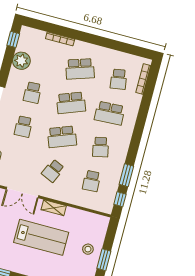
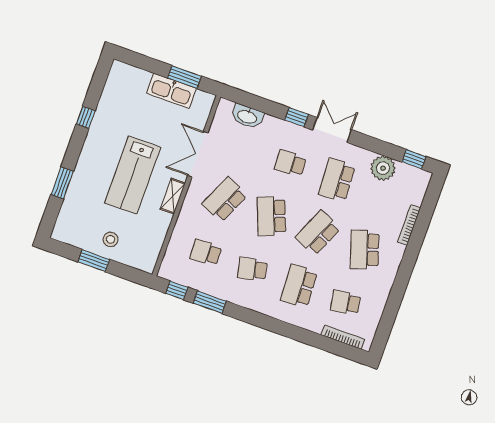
school desk: (32, 93) -> (337, 180), width x1.85
school desk: (71, 103) -> (318, 233), turned 45
school desk: (53, 171) -> (225, 200), width x1.85

